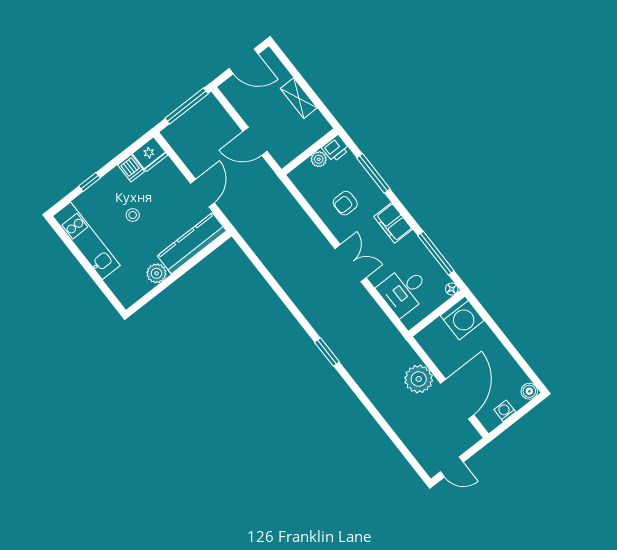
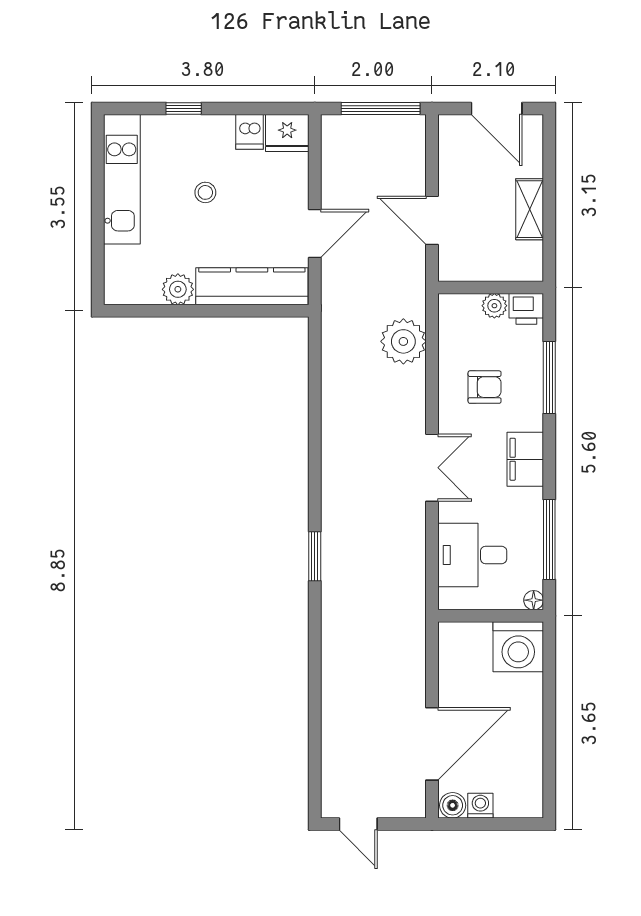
armchair: (345, 203) -> (485, 387), turned 180
plant: (419, 379) -> (403, 341), moved
boiler: (529, 391) -> (453, 805), moved

